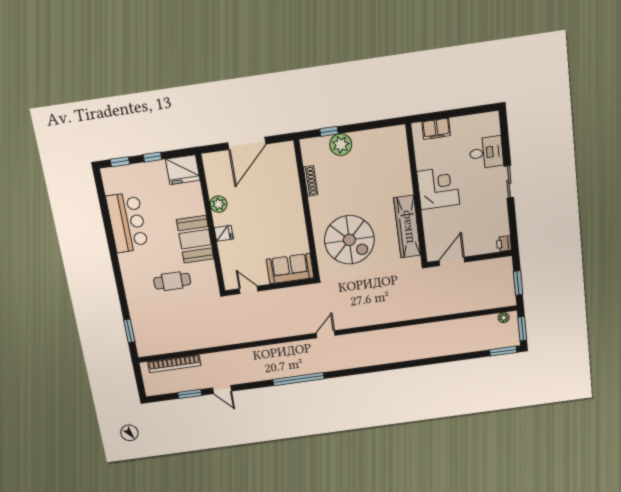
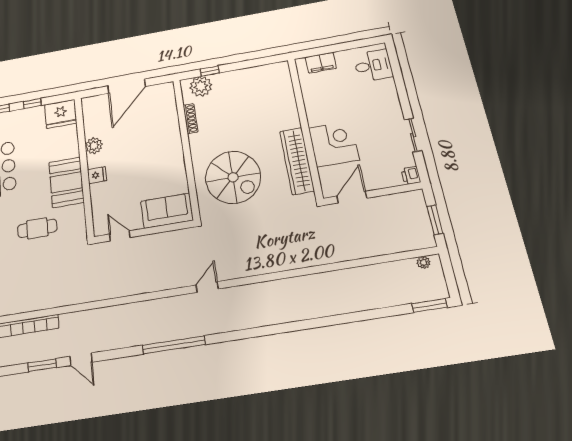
plant: (341, 145) -> (201, 86), moved
desk: (486, 153) -> (373, 65), moved
sliding door: (509, 182) -> (413, 135), moved
corner desk: (438, 188) -> (334, 144), moved
window: (522, 329) -> (449, 276), removed

